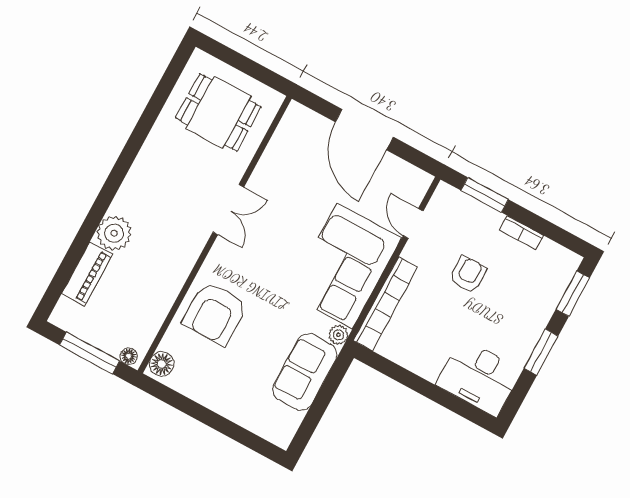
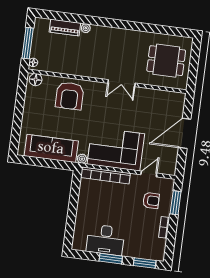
dining table: (218, 112) -> (166, 61), turned 90
plant: (114, 233) -> (86, 28), width x0.53, depth x0.53
armchair: (468, 274) -> (151, 201), moved
armchair: (215, 313) -> (70, 96), turned -90
sofa: (305, 372) -> (51, 148), width x1.36
desk: (479, 377) -> (105, 240), moved, turned -90

